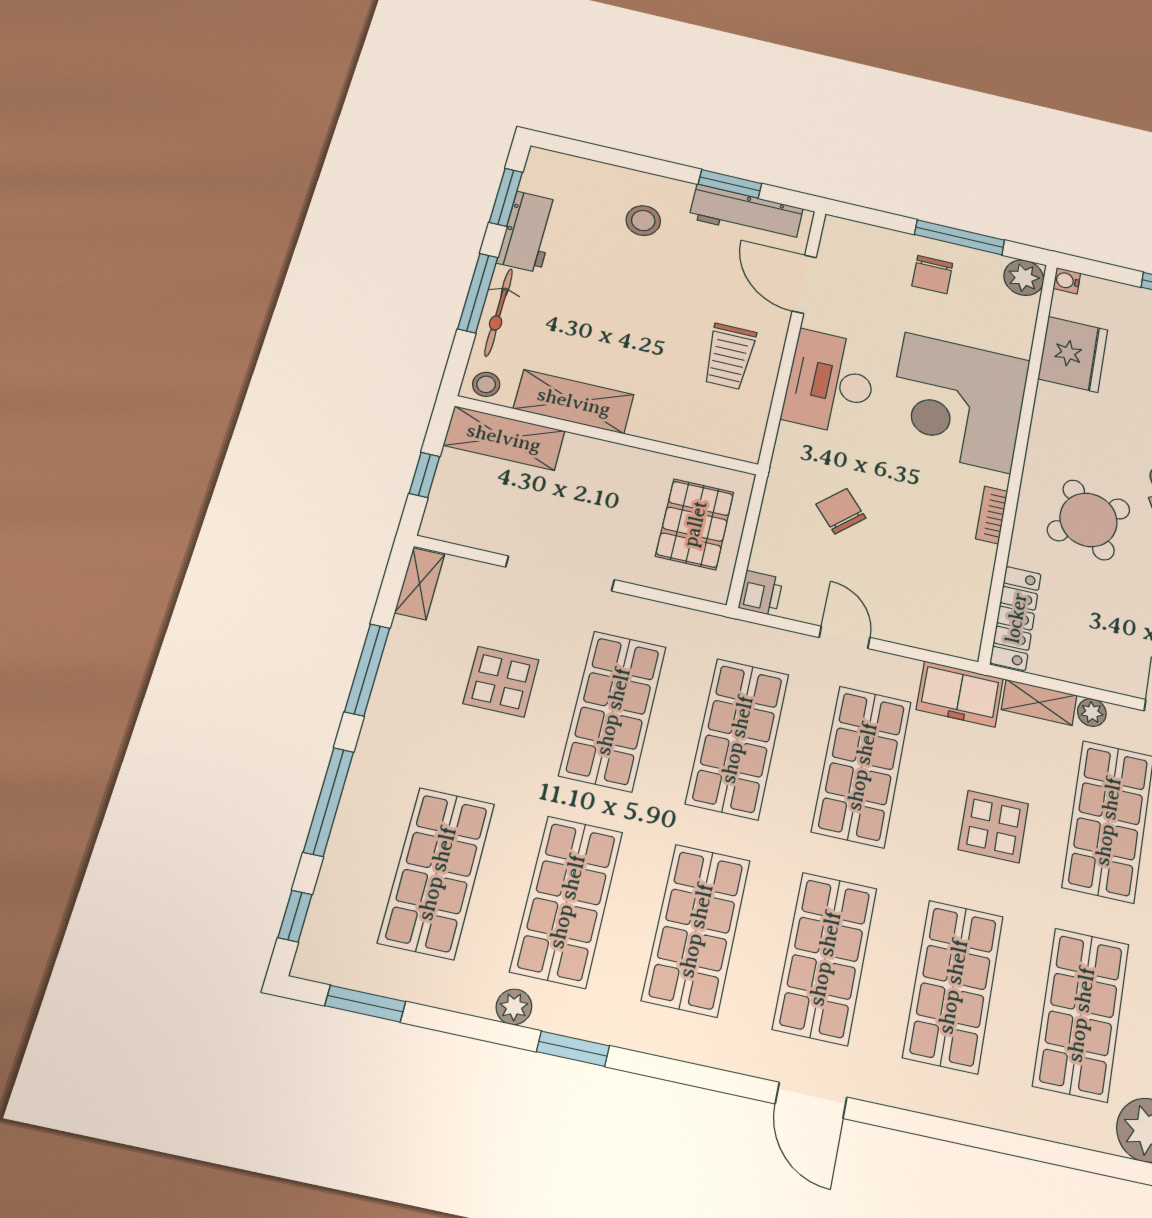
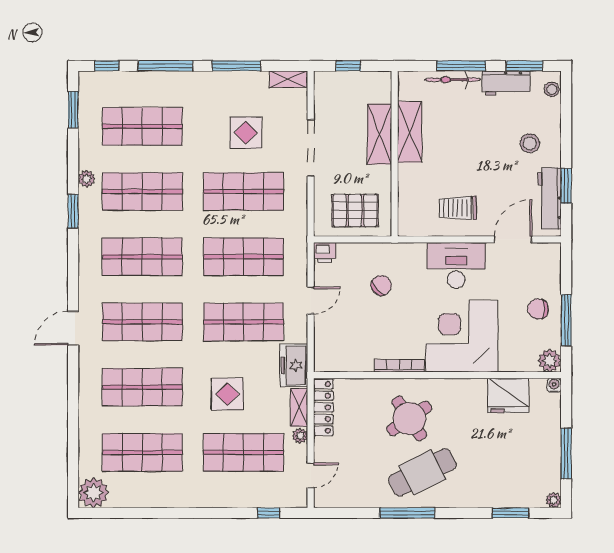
stool: (486, 384) -> (552, 89), moved
shelving: (504, 438) -> (379, 134), moved
bookcase: (992, 515) -> (399, 366), width x1.56
locker: (1016, 618) -> (323, 407), moved, turned -90

